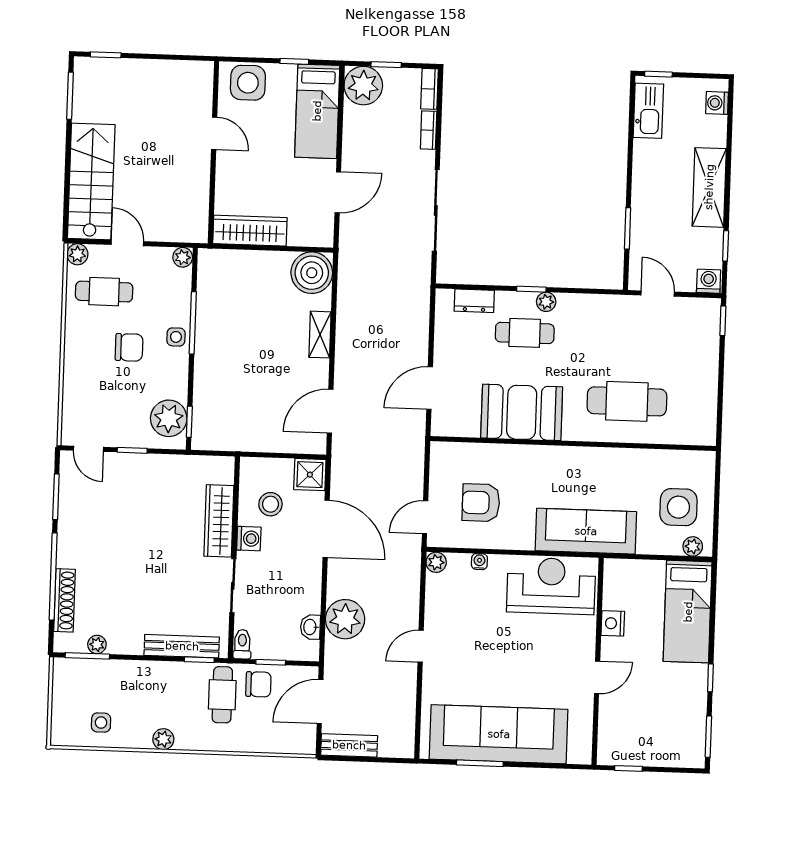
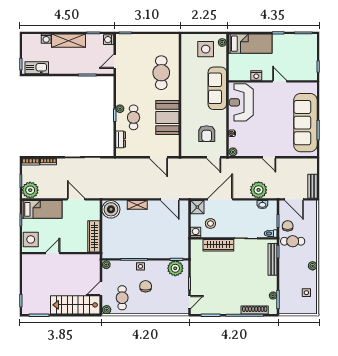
washing machine: (717, 103) -> (46, 39), moved
washing machine: (249, 539) -> (196, 232), moved

